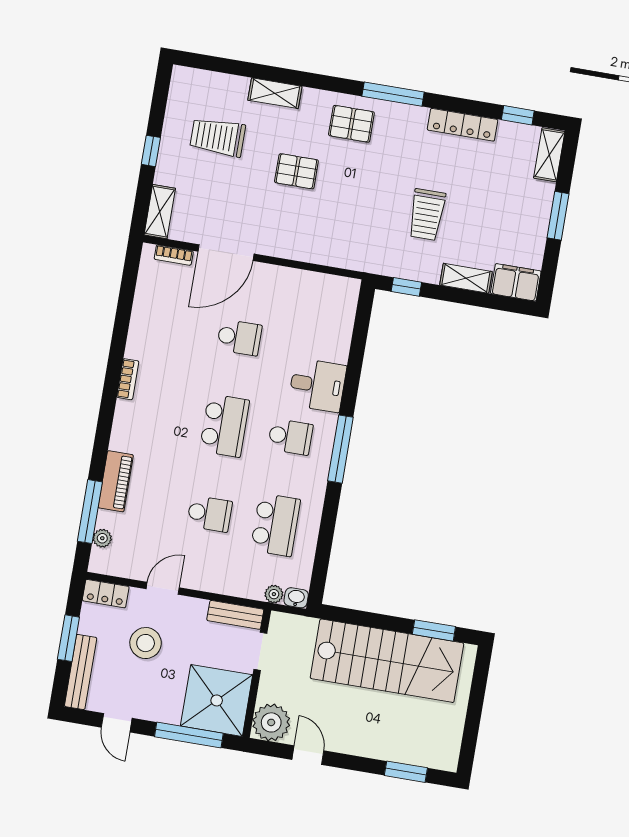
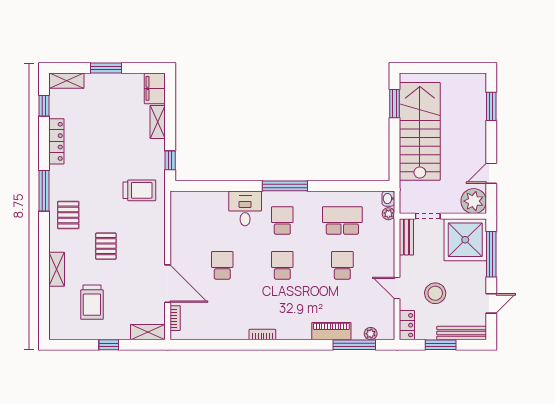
trolley: (427, 215) -> (139, 190), moved
school desk: (224, 426) -> (282, 265), width x0.54

